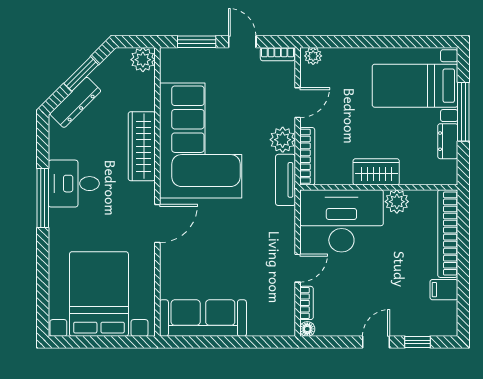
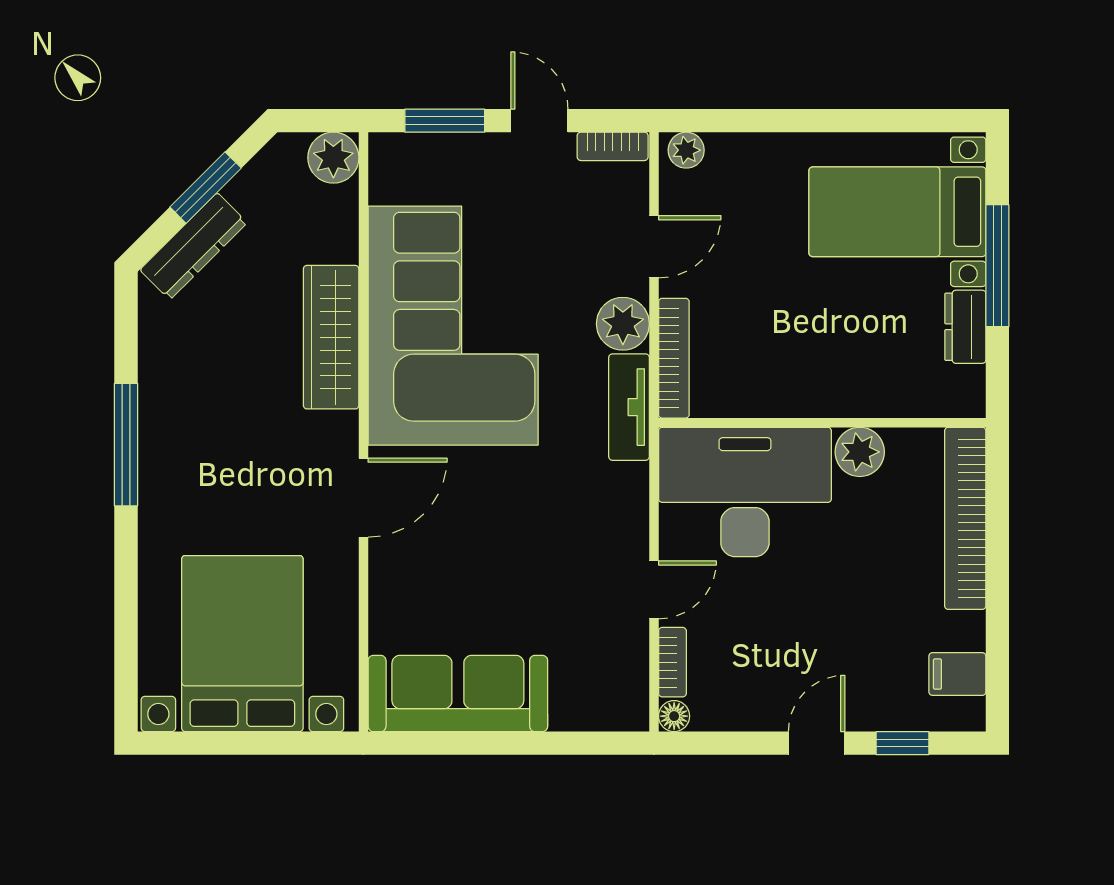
wardrobe: (376, 172) -> (817, 390), removed
desk: (74, 184) -> (190, 415), removed
filing cabinet: (444, 290) -> (957, 674), moved

